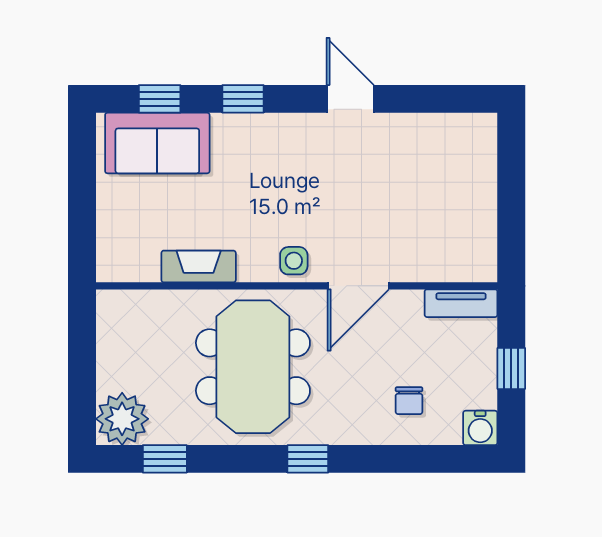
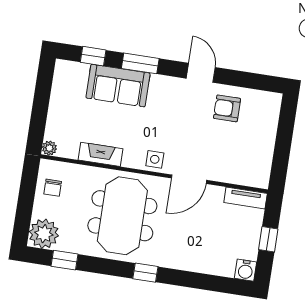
window: (243, 99) -> (140, 63), width x1.50
sofa: (157, 143) -> (118, 86), moved
armchair: (405, 153) -> (227, 108), added
plant: (109, 269) -> (49, 148), added
chair: (409, 401) -> (53, 188), moved

